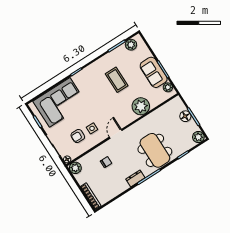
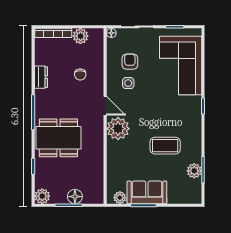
plant: (131, 45) -> (194, 171), moved
plant: (141, 106) -> (118, 129), moved
plant: (75, 168) -> (80, 36), moved
dresser: (135, 178) -> (41, 77), moved

